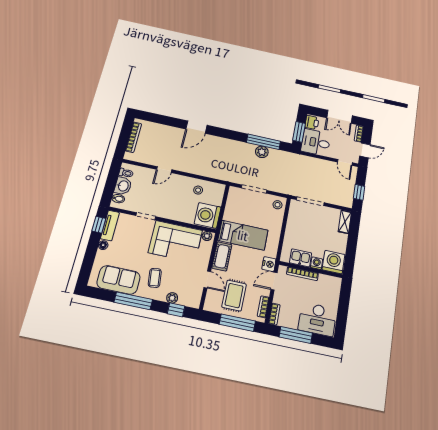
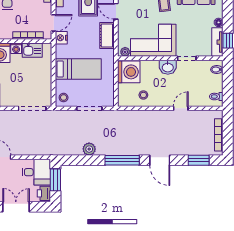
window: (159, 119) -> (199, 160), added
door: (196, 127) -> (160, 160), swing flipped
window: (263, 142) -> (122, 160), moved
washbasin: (123, 186) -> (168, 67), moved, turned -90
bed: (243, 235) -> (78, 69), moved, turned 180

